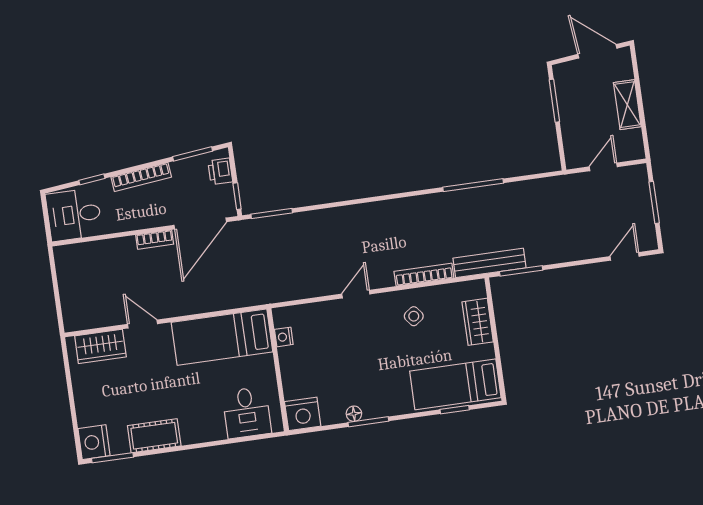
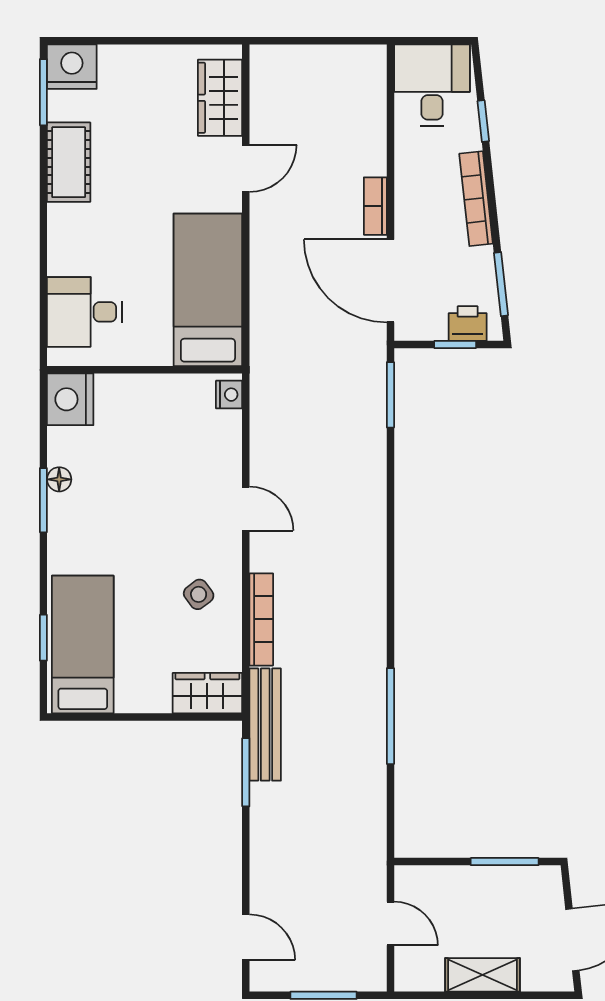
window: (237, 196) -> (455, 345), moved
wardrobe: (478, 322) -> (207, 693), moved
nightstand: (284, 337) -> (229, 395), moved, turned 90

